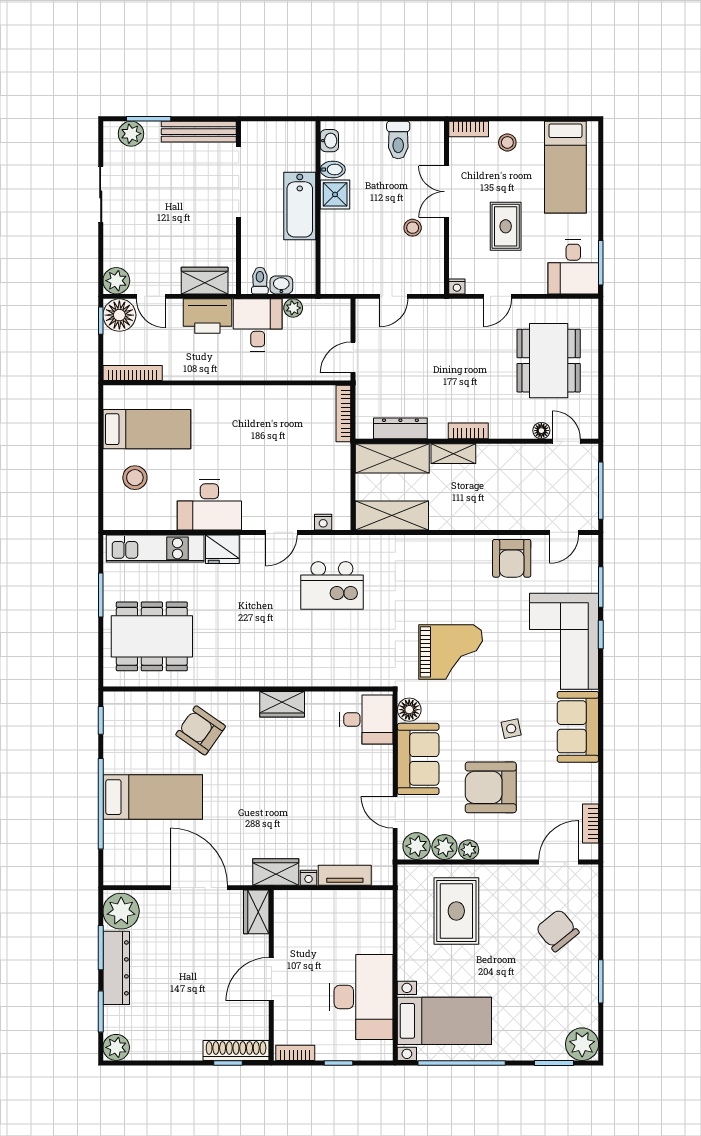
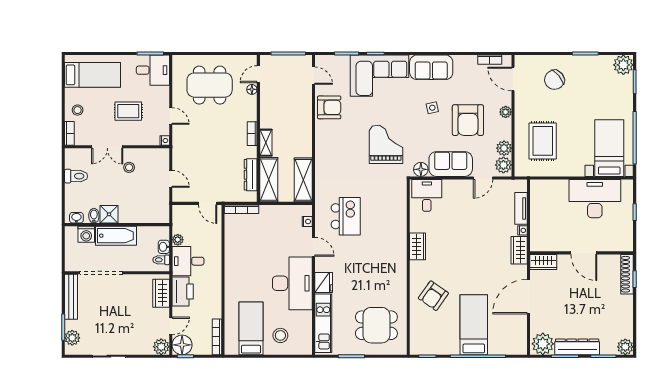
washing machine: (302, 157) -> (86, 234), added
desk: (209, 505) -> (292, 283), width x1.36, depth x1.30
dining table: (152, 636) -> (376, 325), width x0.73
plant: (469, 850) -> (506, 112), moved
rug: (456, 911) -> (543, 141), turned 90
bookcase: (295, 1053) -> (629, 238), removed

